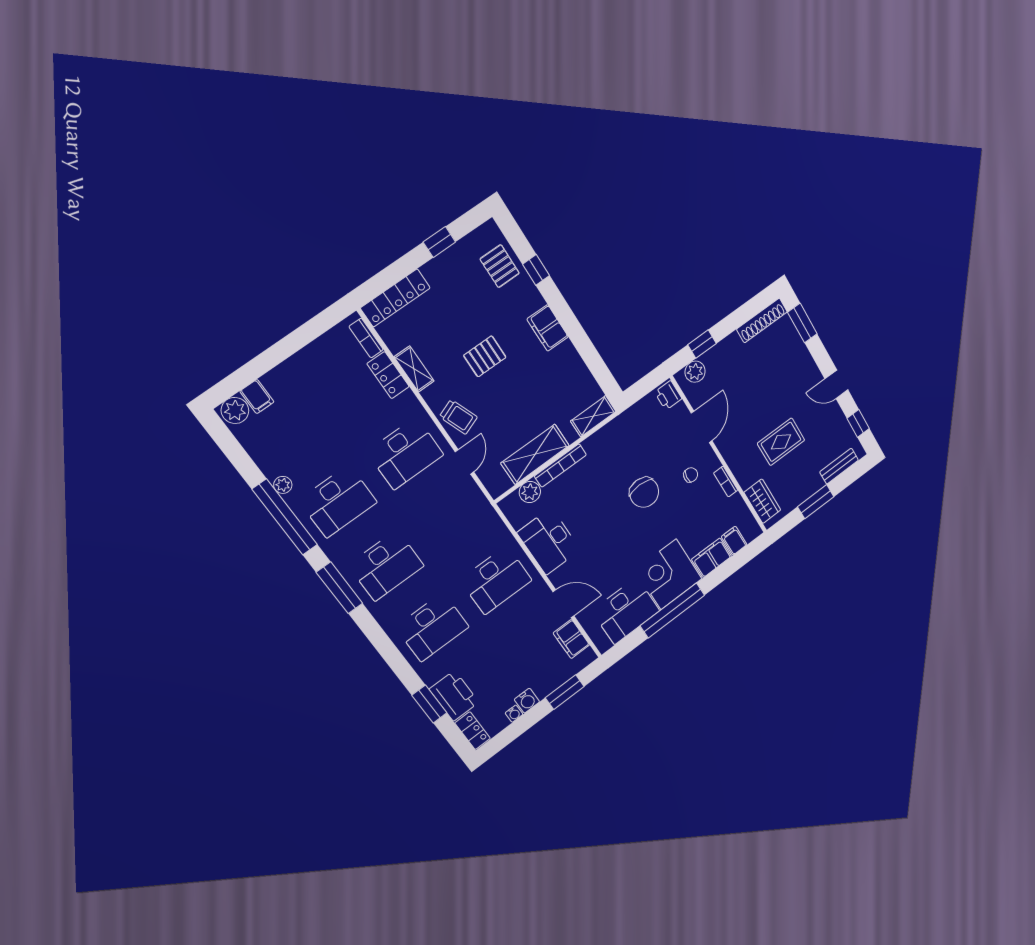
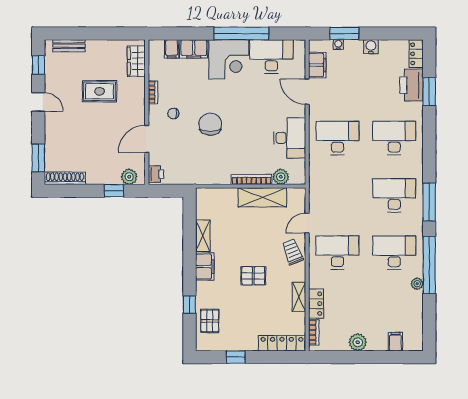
plant: (235, 410) -> (358, 342), moved
shelving: (593, 416) -> (203, 236), moved, turned 90
window: (816, 502) -> (100, 33), removed
water cooler: (514, 714) -> (338, 45), moved

